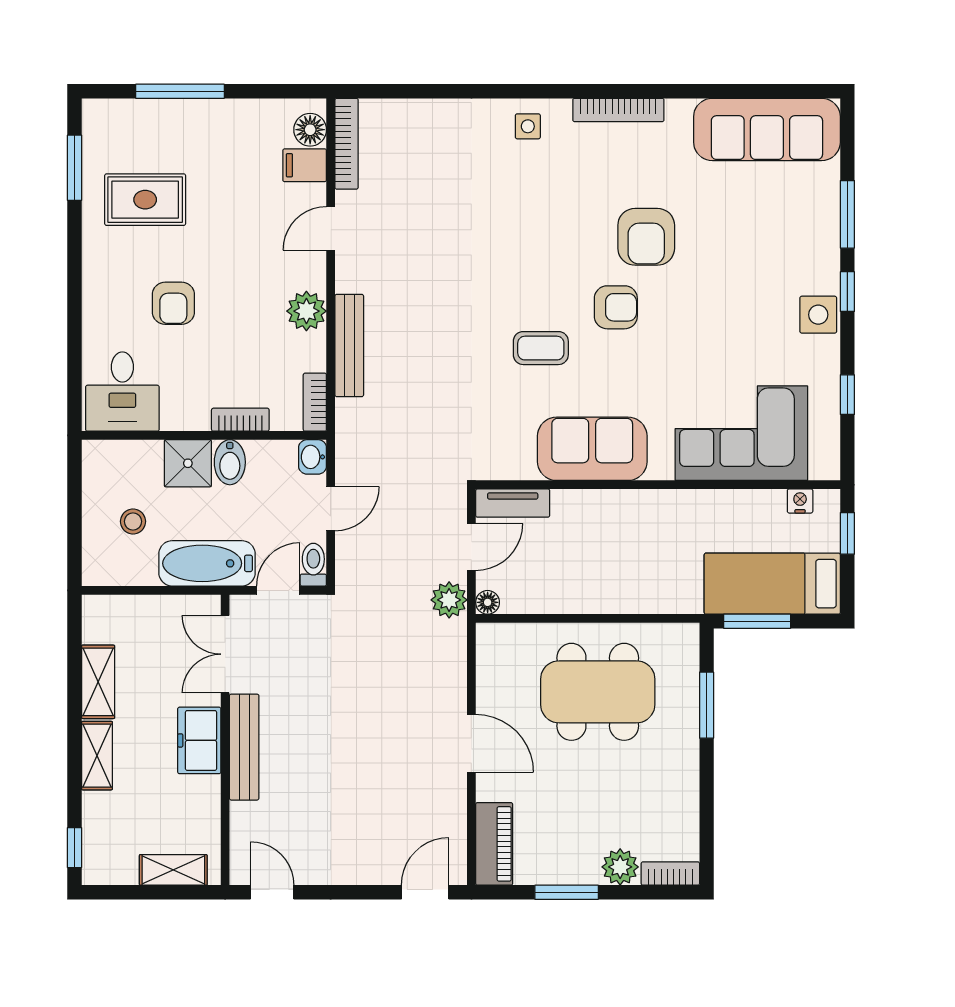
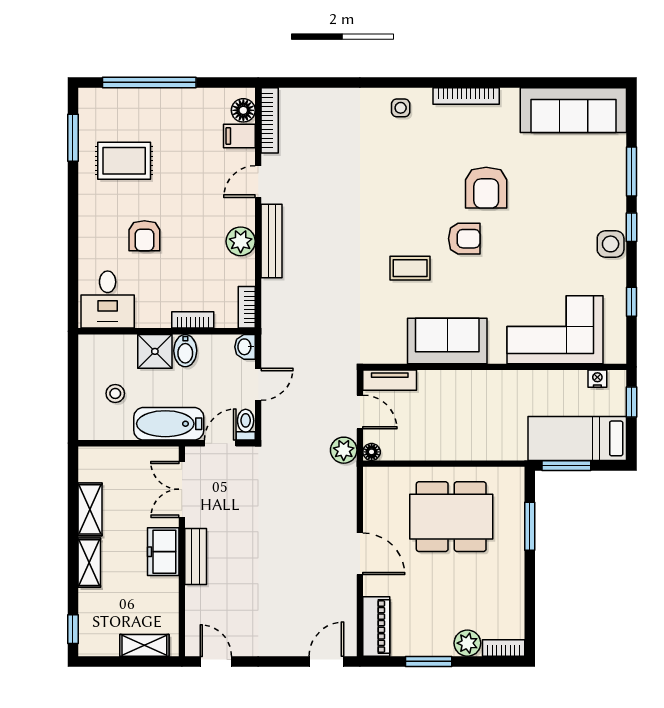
window: (180, 91) -> (149, 82), width x1.46
bench: (349, 345) -> (272, 241), moved
door: (471, 547) -> (360, 412), hinge flipped
bench: (244, 747) -> (196, 557), width x0.73

